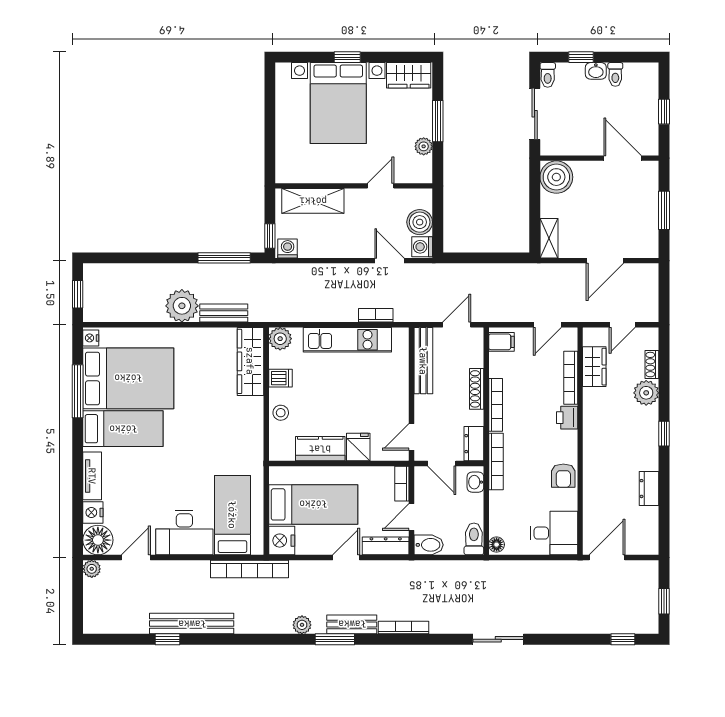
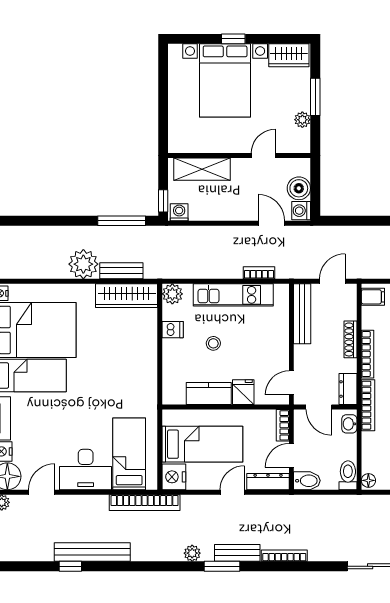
wardrobe: (250, 361) -> (127, 296), moved, turned -90
stool: (281, 413) -> (213, 343), moved

